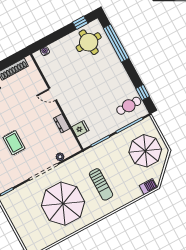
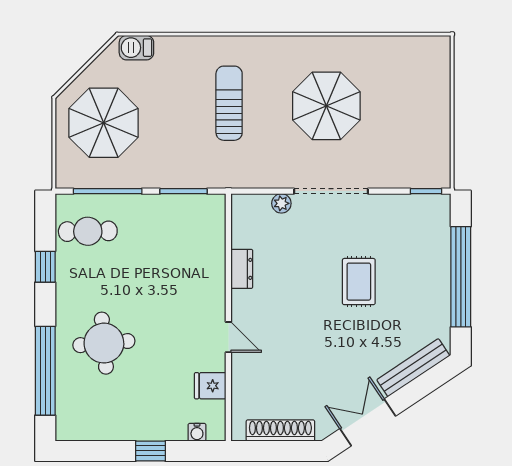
window: (80, 23) -> (150, 451), moved
round table: (89, 42) -> (104, 343), moved
window: (143, 92) -> (45, 267), moved
fridge: (80, 129) -> (210, 386), moved
parasol: (63, 204) -> (326, 106), width x0.73, depth x0.73

